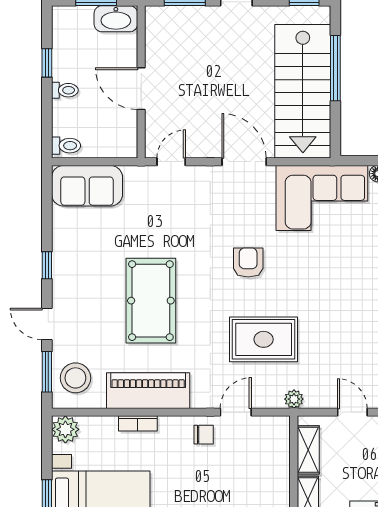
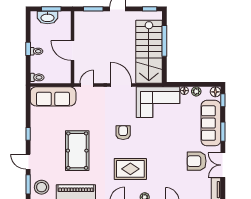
washbasin: (116, 19) -> (48, 17), moved
window: (47, 63) -> (28, 49), moved
sofa: (87, 186) -> (53, 96), width x1.36

